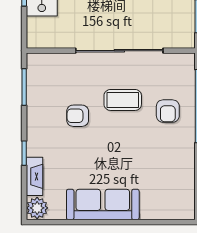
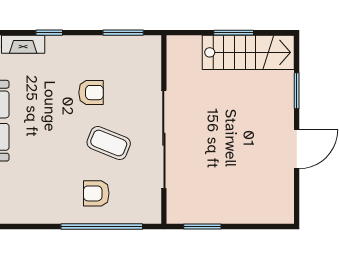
coffee table: (123, 100) -> (109, 143), turned -68
armchair: (78, 116) -> (91, 93), turned 90

